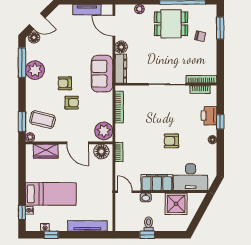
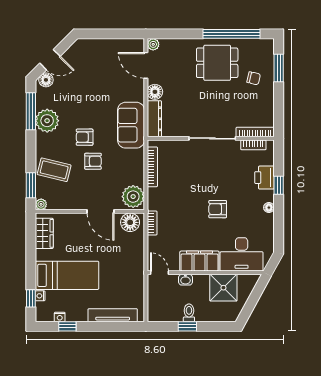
plant: (139, 9) -> (153, 44), moved
tv unit: (87, 10) -> (112, 45), removed
coffee table: (43, 120) -> (54, 170), moved
wardrobe: (46, 151) -> (44, 233), moved, turned -90

